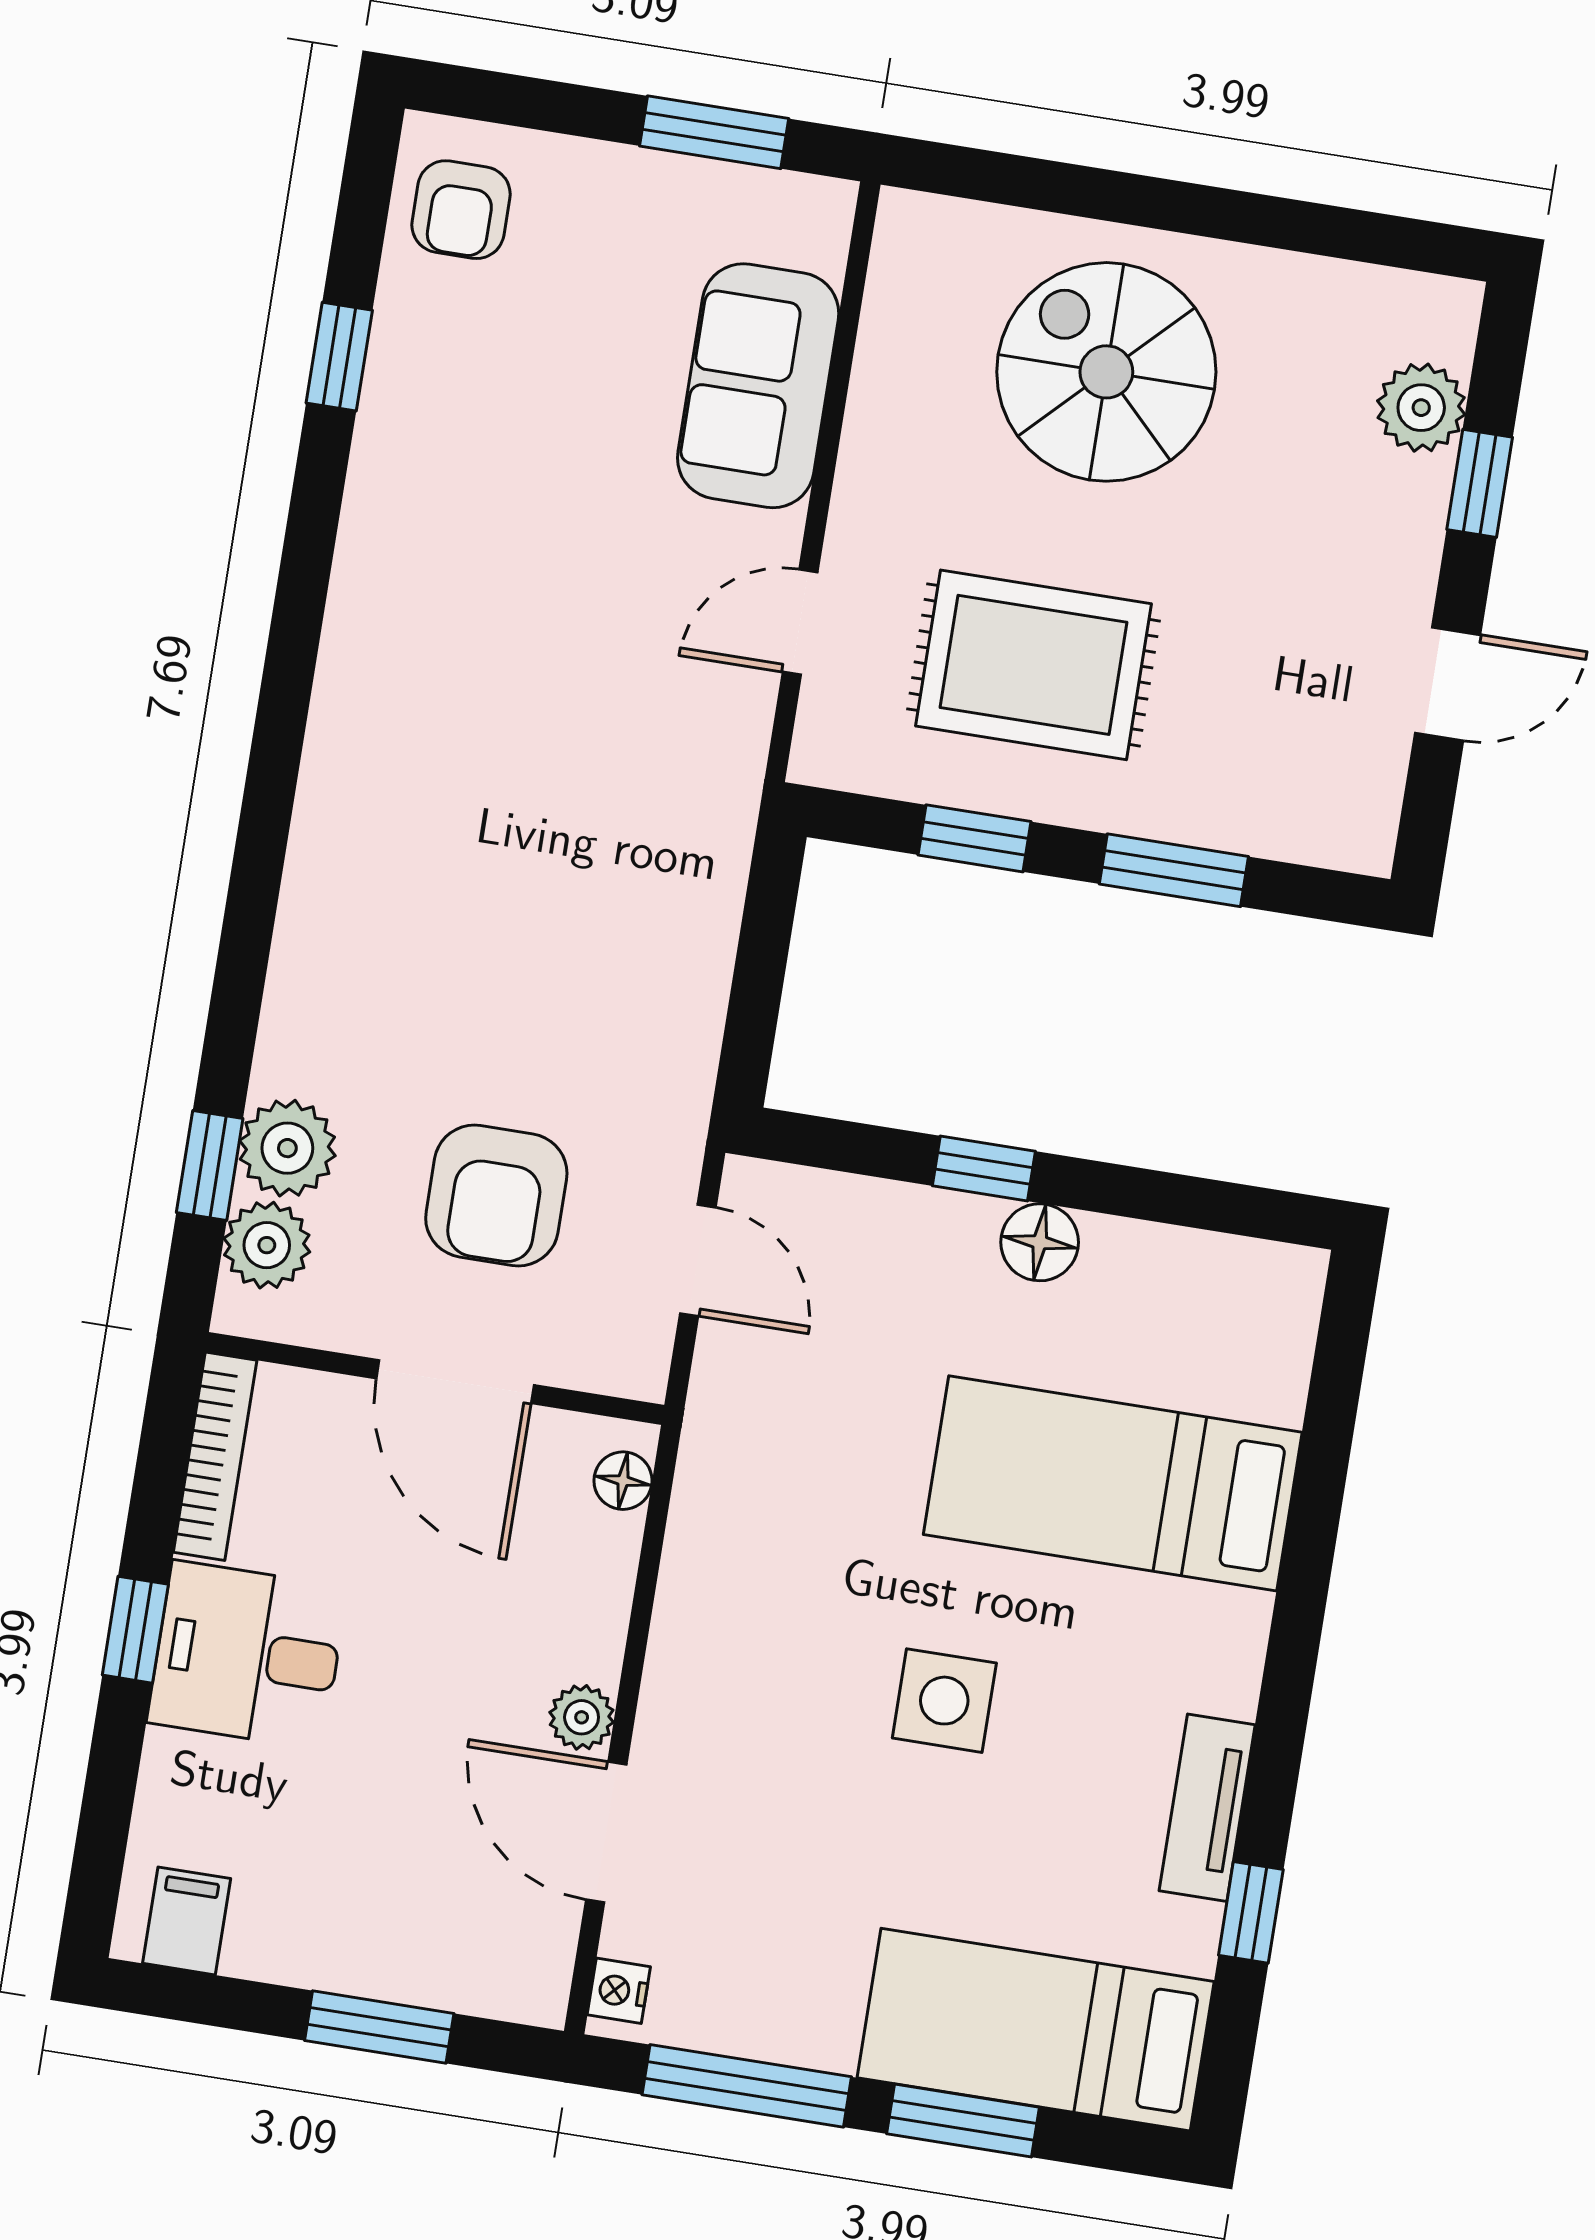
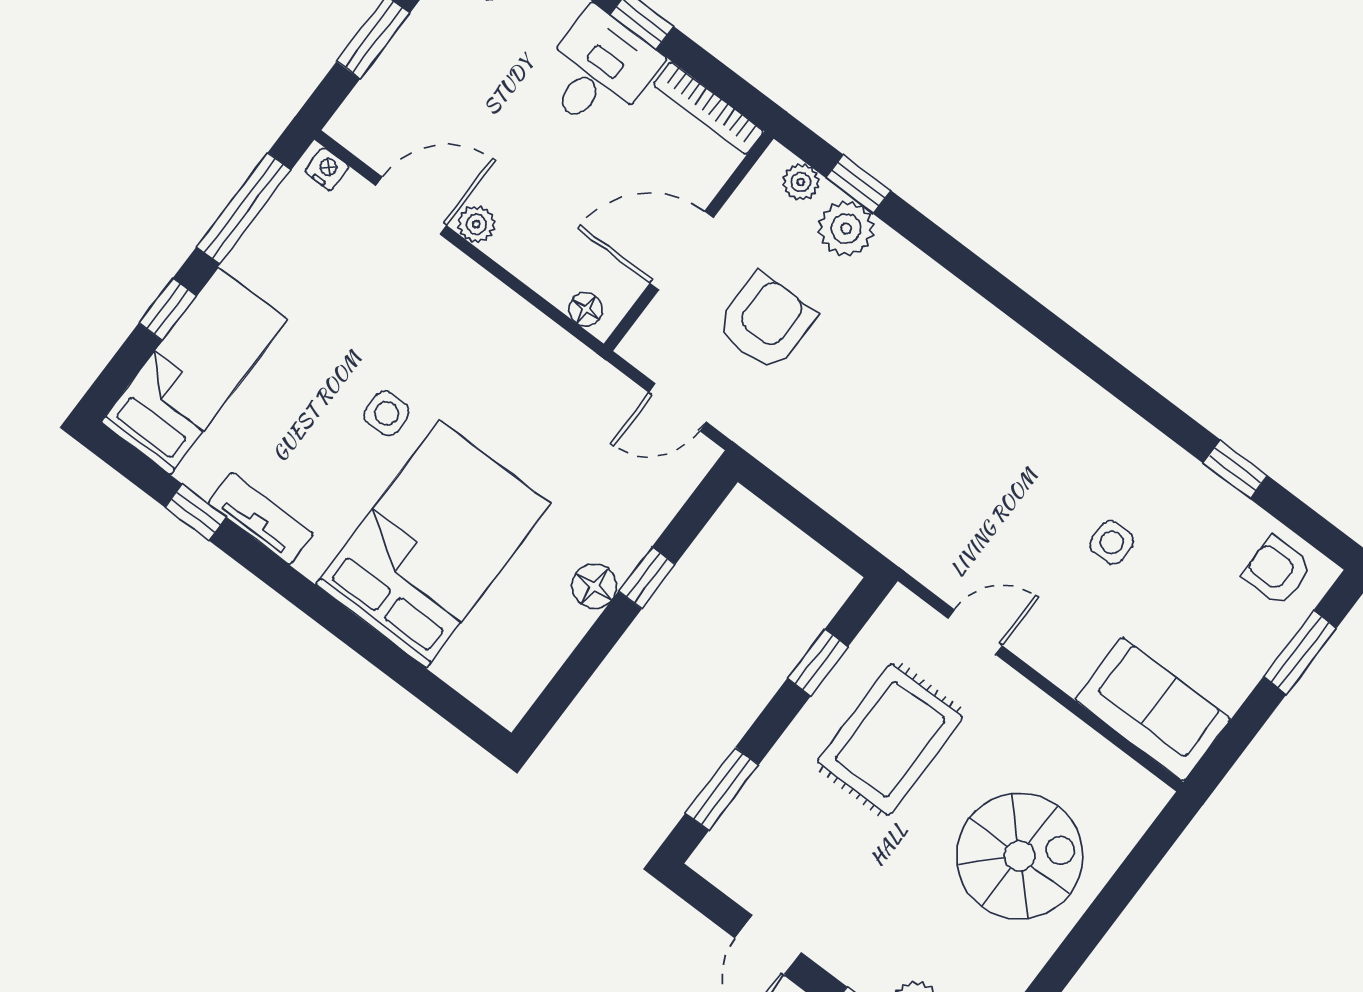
window: (714, 132) -> (1300, 652), moved
sofa: (758, 386) -> (1153, 709), moved
side table: (552, 486) -> (1112, 542), added
door: (800, 622) -> (975, 632), hinge flipped
window: (1174, 870) -> (722, 789), moved
armchair: (496, 1196) -> (765, 322), turned 90
plant: (267, 1245) -> (801, 182), width x0.73, depth x0.73
bed: (1113, 1483) -> (433, 544), width x1.50
side table: (944, 1701) -> (387, 413), width x0.73, depth x0.73
window: (963, 2120) -> (168, 309), width x0.67

